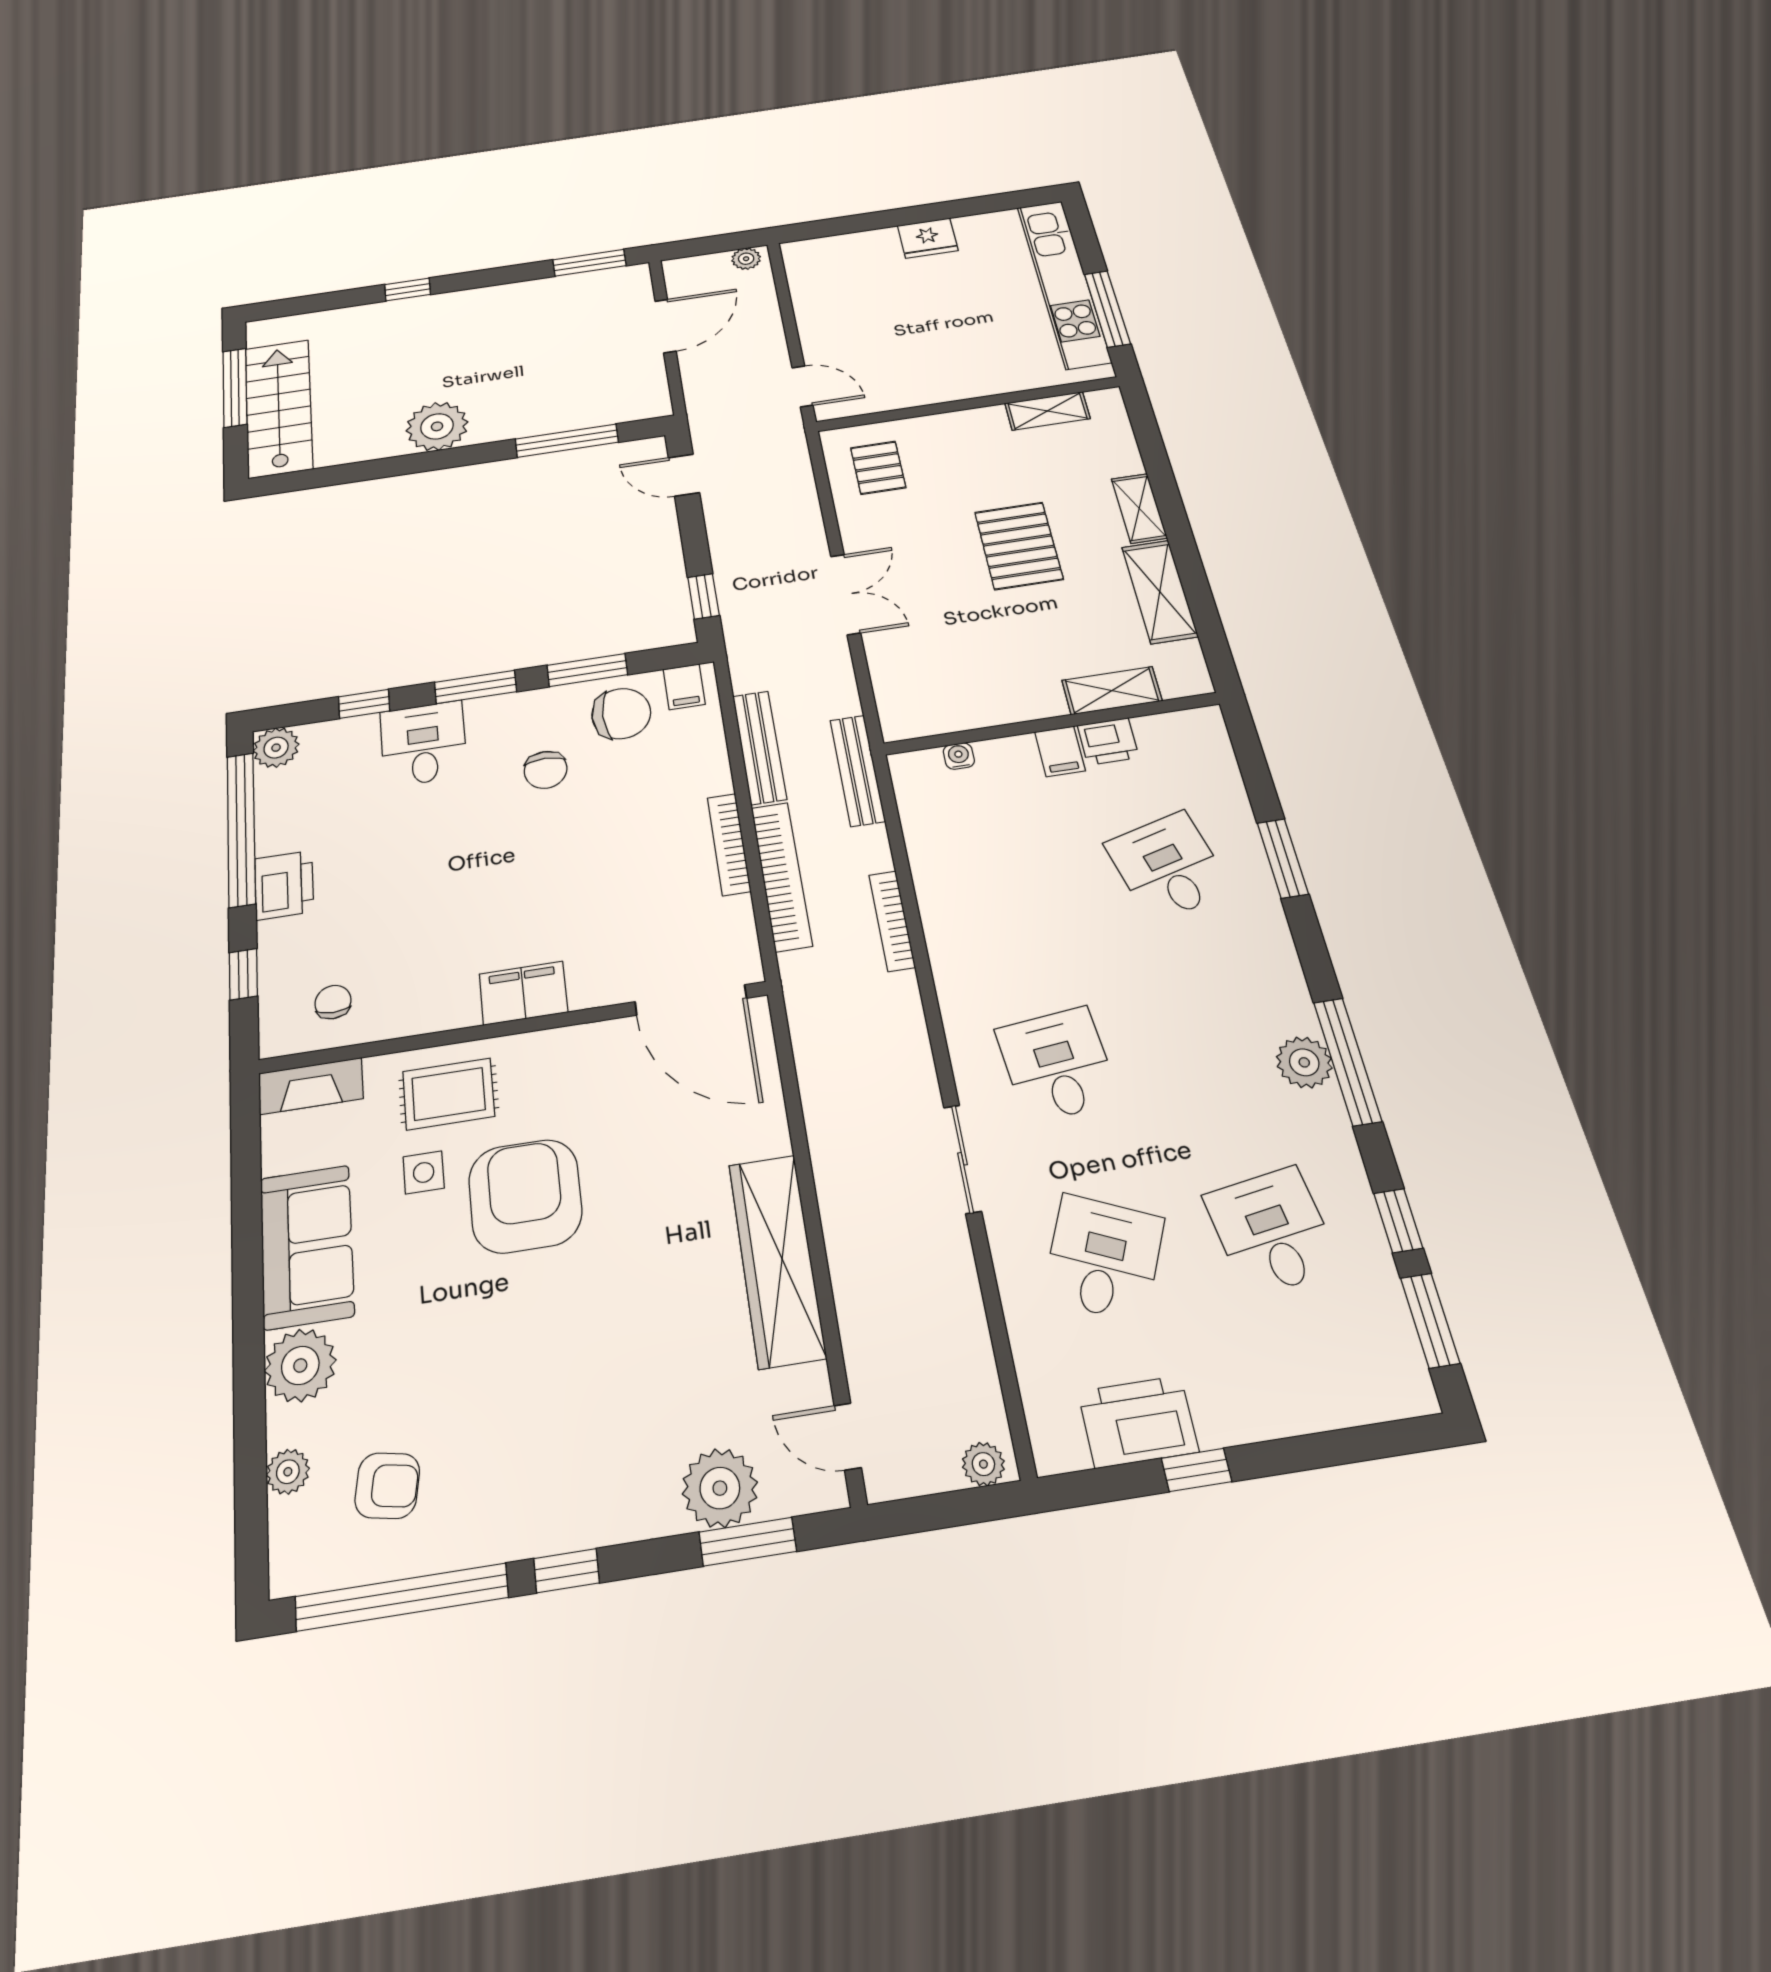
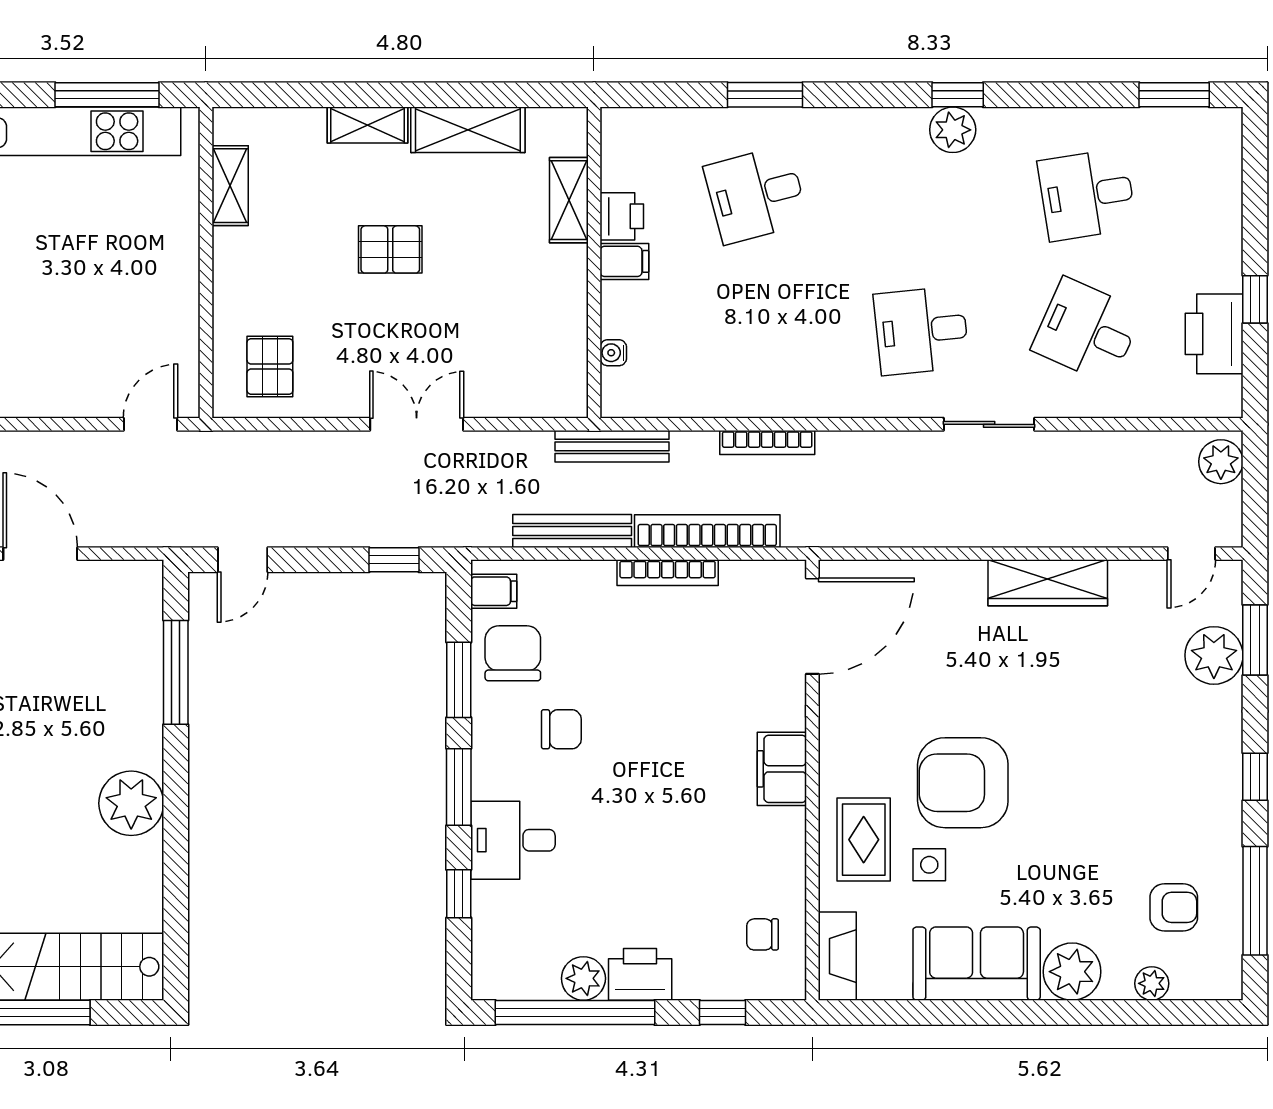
pallet: (878, 468) -> (270, 366), turned 90
pallet: (1019, 546) -> (390, 249), width x0.67, depth x0.71
plant: (276, 748) -> (583, 978), moved
window: (1347, 1061) -> (958, 95), width x0.46
window: (1398, 1221) -> (1094, 95), removed
wardrobe: (777, 1260) -> (1048, 583), width x0.71, depth x0.85
plant: (983, 1464) -> (1221, 462), width x1.38, depth x1.38
armchair: (387, 1486) -> (1174, 907), turned 80
window: (402, 1597) -> (1255, 901), width x0.68

